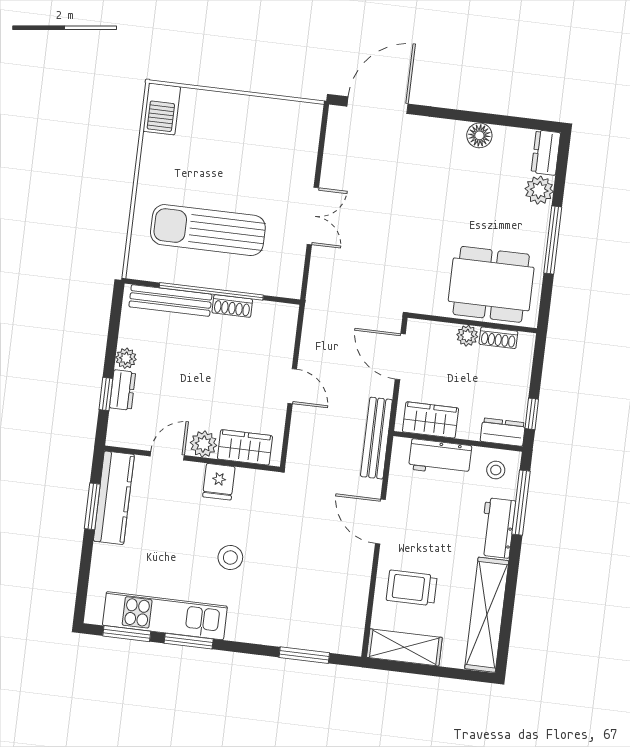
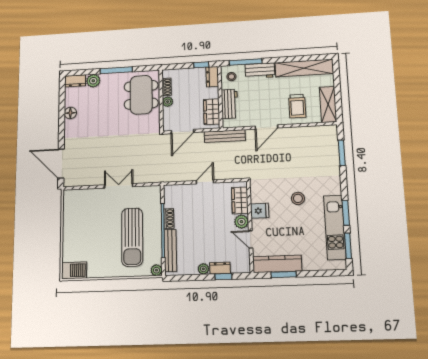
plant: (137, 269) -> (156, 270), added

